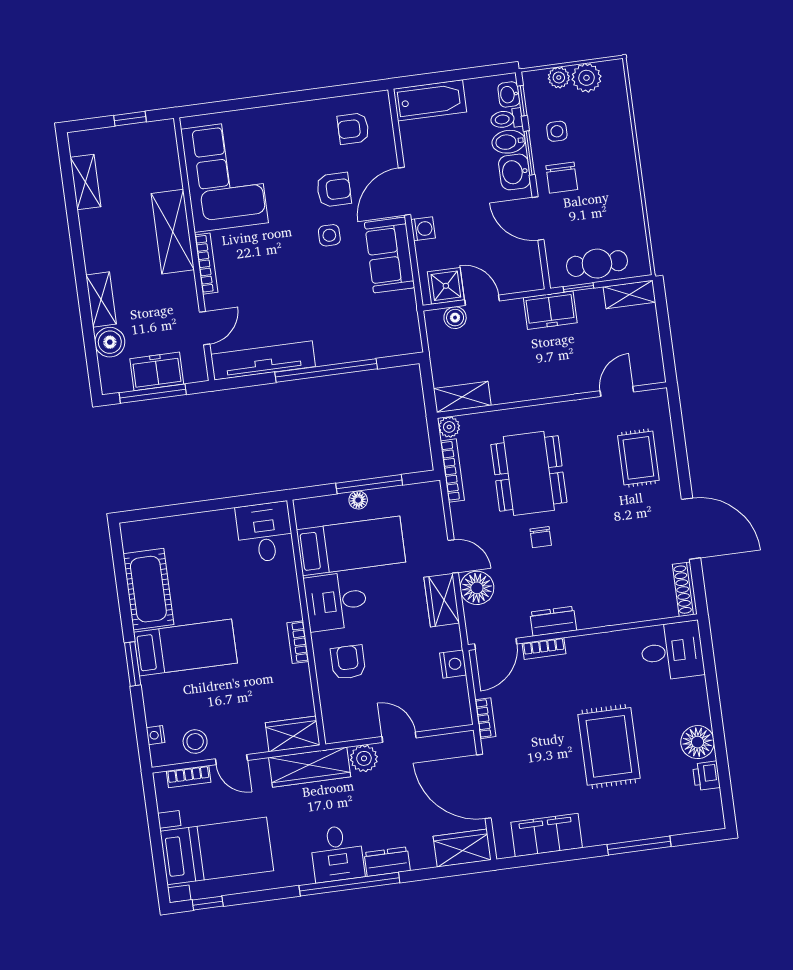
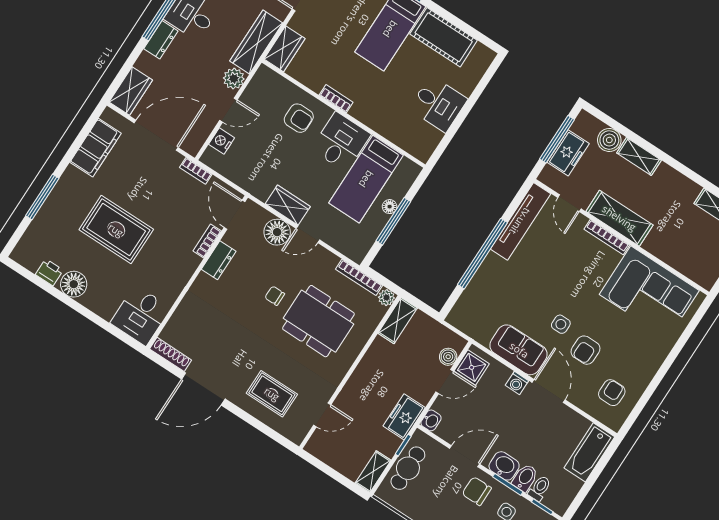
washbasin: (509, 94) -> (431, 420), moved, turned 90
shelving: (173, 232) -> (619, 218), moved
door: (617, 391) -> (322, 415), hinge flipped
desk: (265, 532) -> (438, 104), moved
nightstand: (453, 664) -> (222, 141), moved, turned 90

